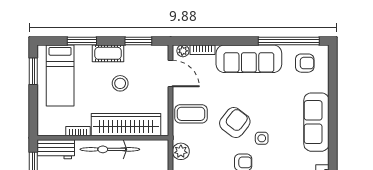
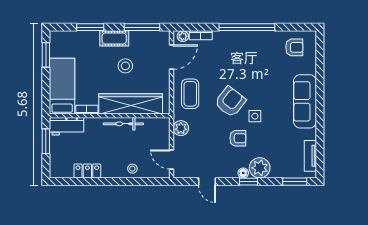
window: (138, 41) -> (142, 27), width x1.44
window: (289, 41) -> (247, 27), moved
sofa: (249, 59) -> (243, 43), removed
door: (171, 74) -> (172, 57), hinge flipped
bed: (60, 75) -> (62, 86), moved, turned 180
coffee table: (191, 114) -> (190, 94), turned 90
bicycle: (110, 149) -> (123, 124), width x0.73, depth x0.71

